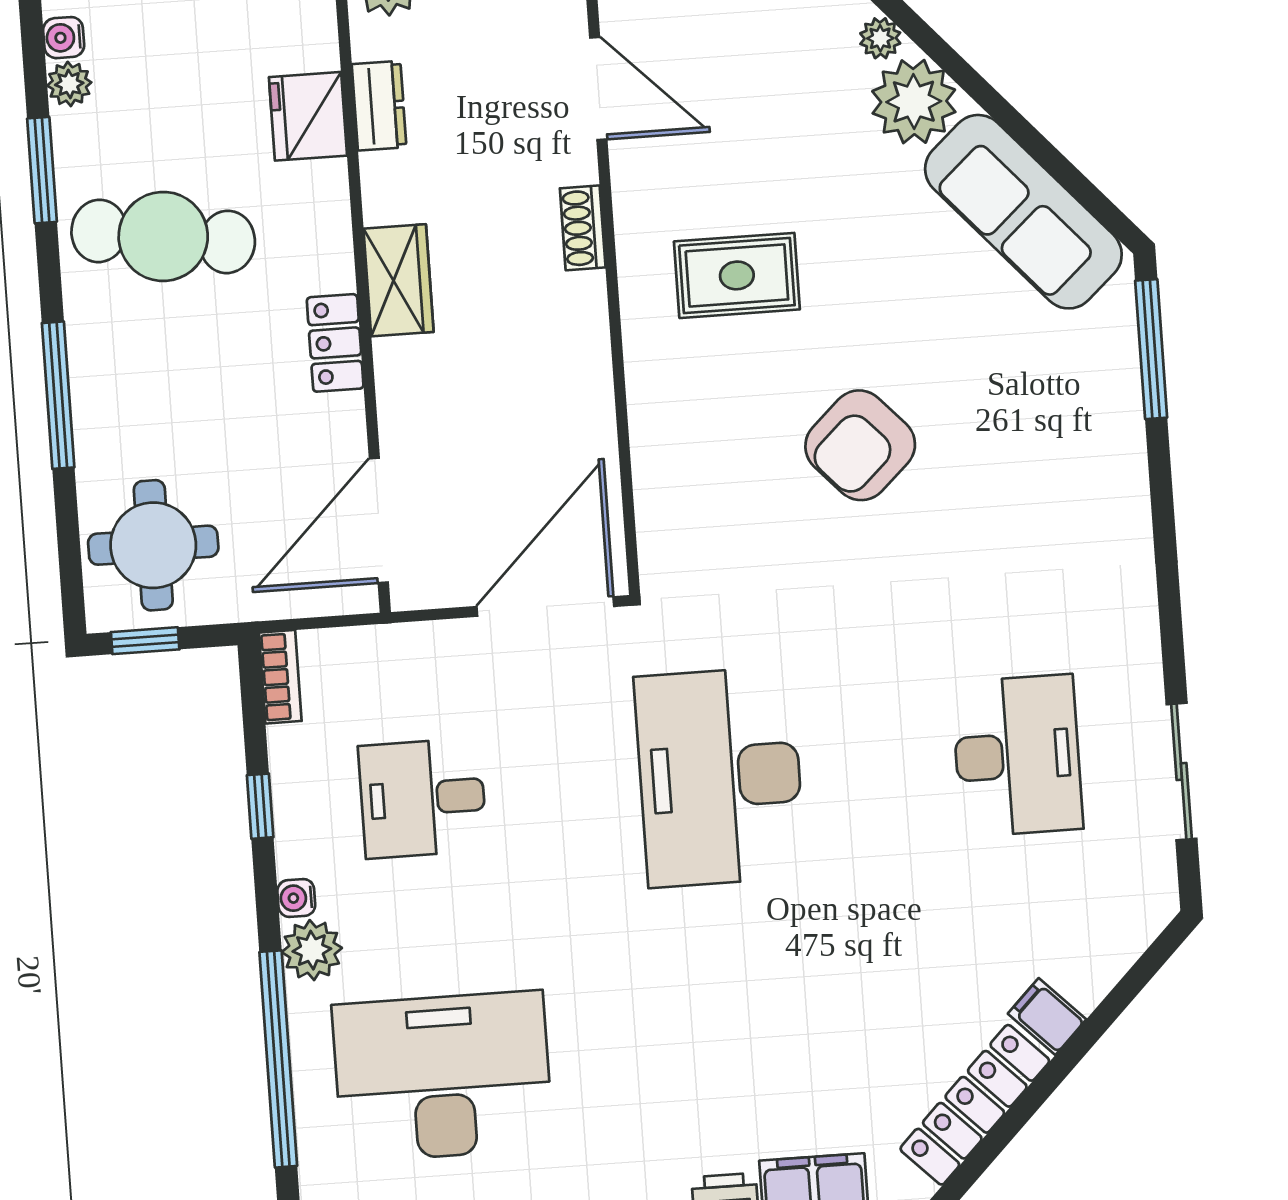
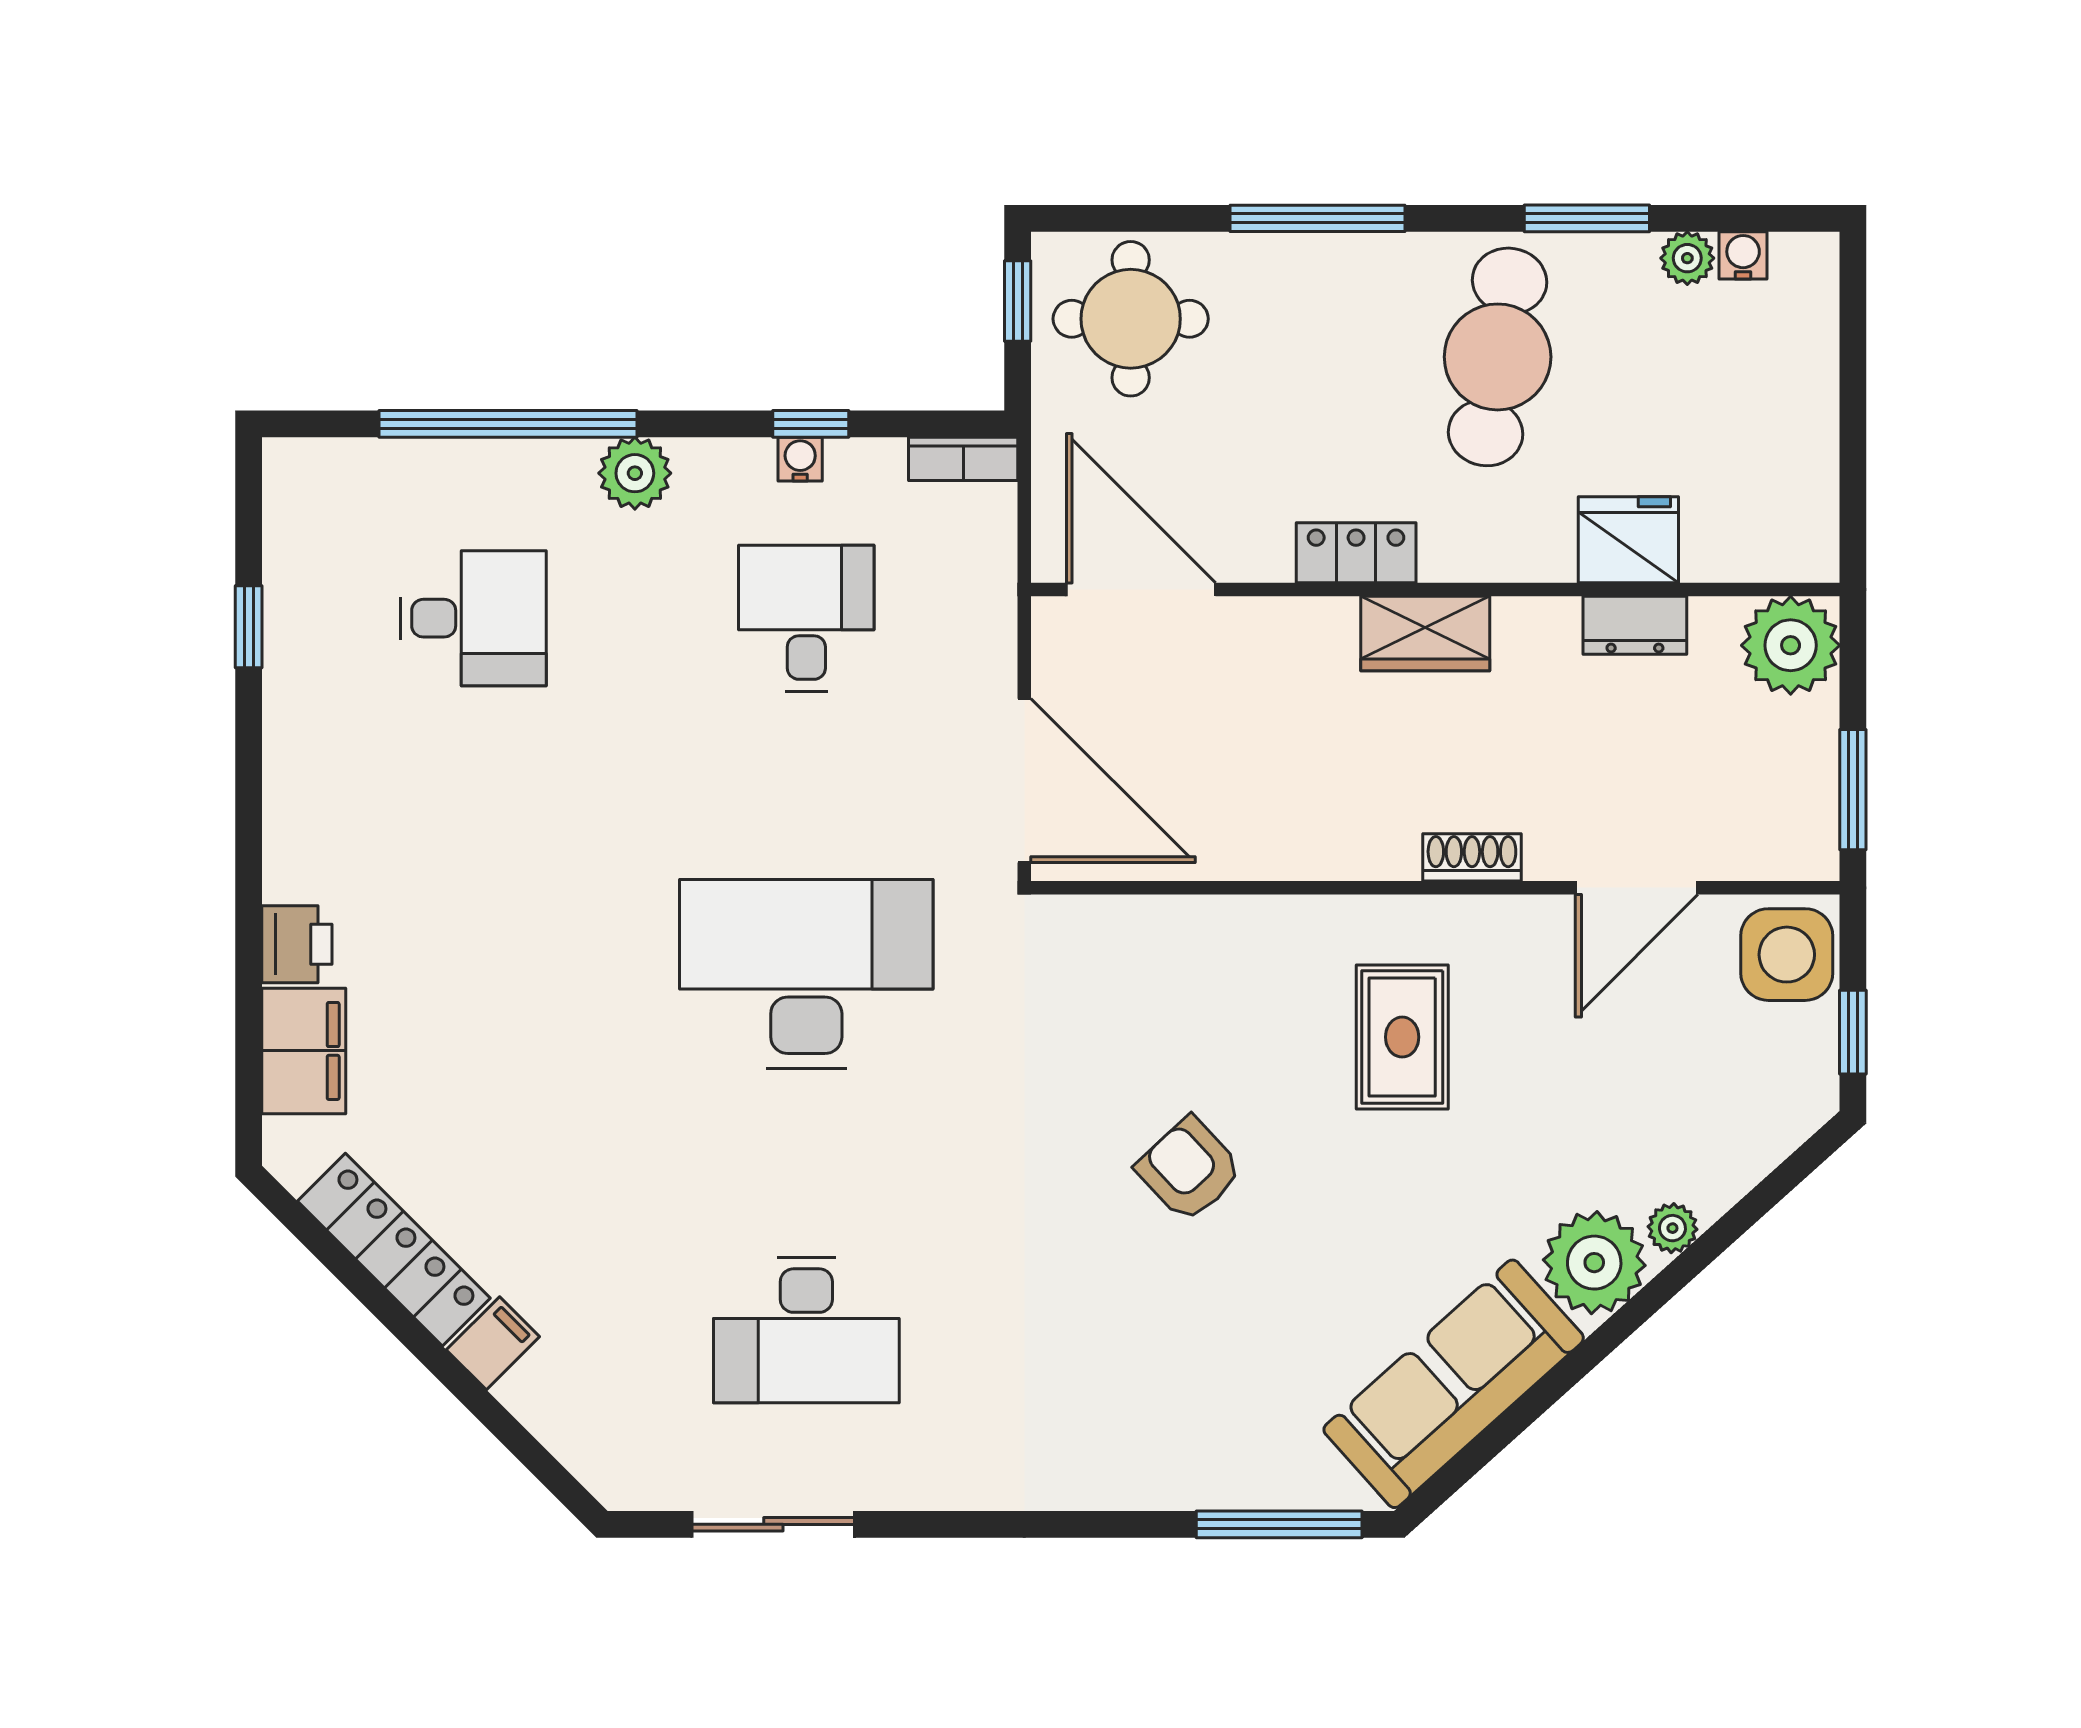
armchair: (860, 445) -> (1189, 1169), width x0.72, depth x0.72
water cooler: (296, 898) -> (800, 459), moved
desk: (443, 1076) -> (473, 618), width x0.53, depth x0.77

